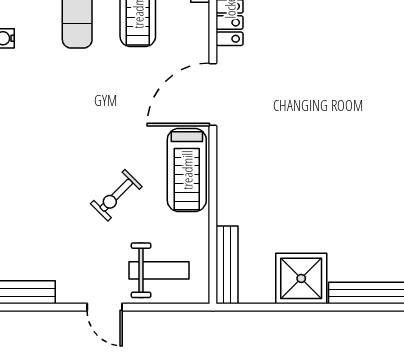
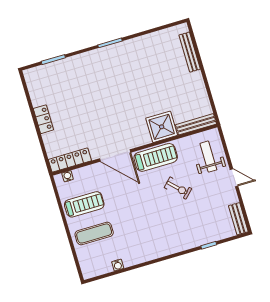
shower: (301, 278) -> (162, 127), moved
door: (105, 307) -> (234, 178), hinge flipped

